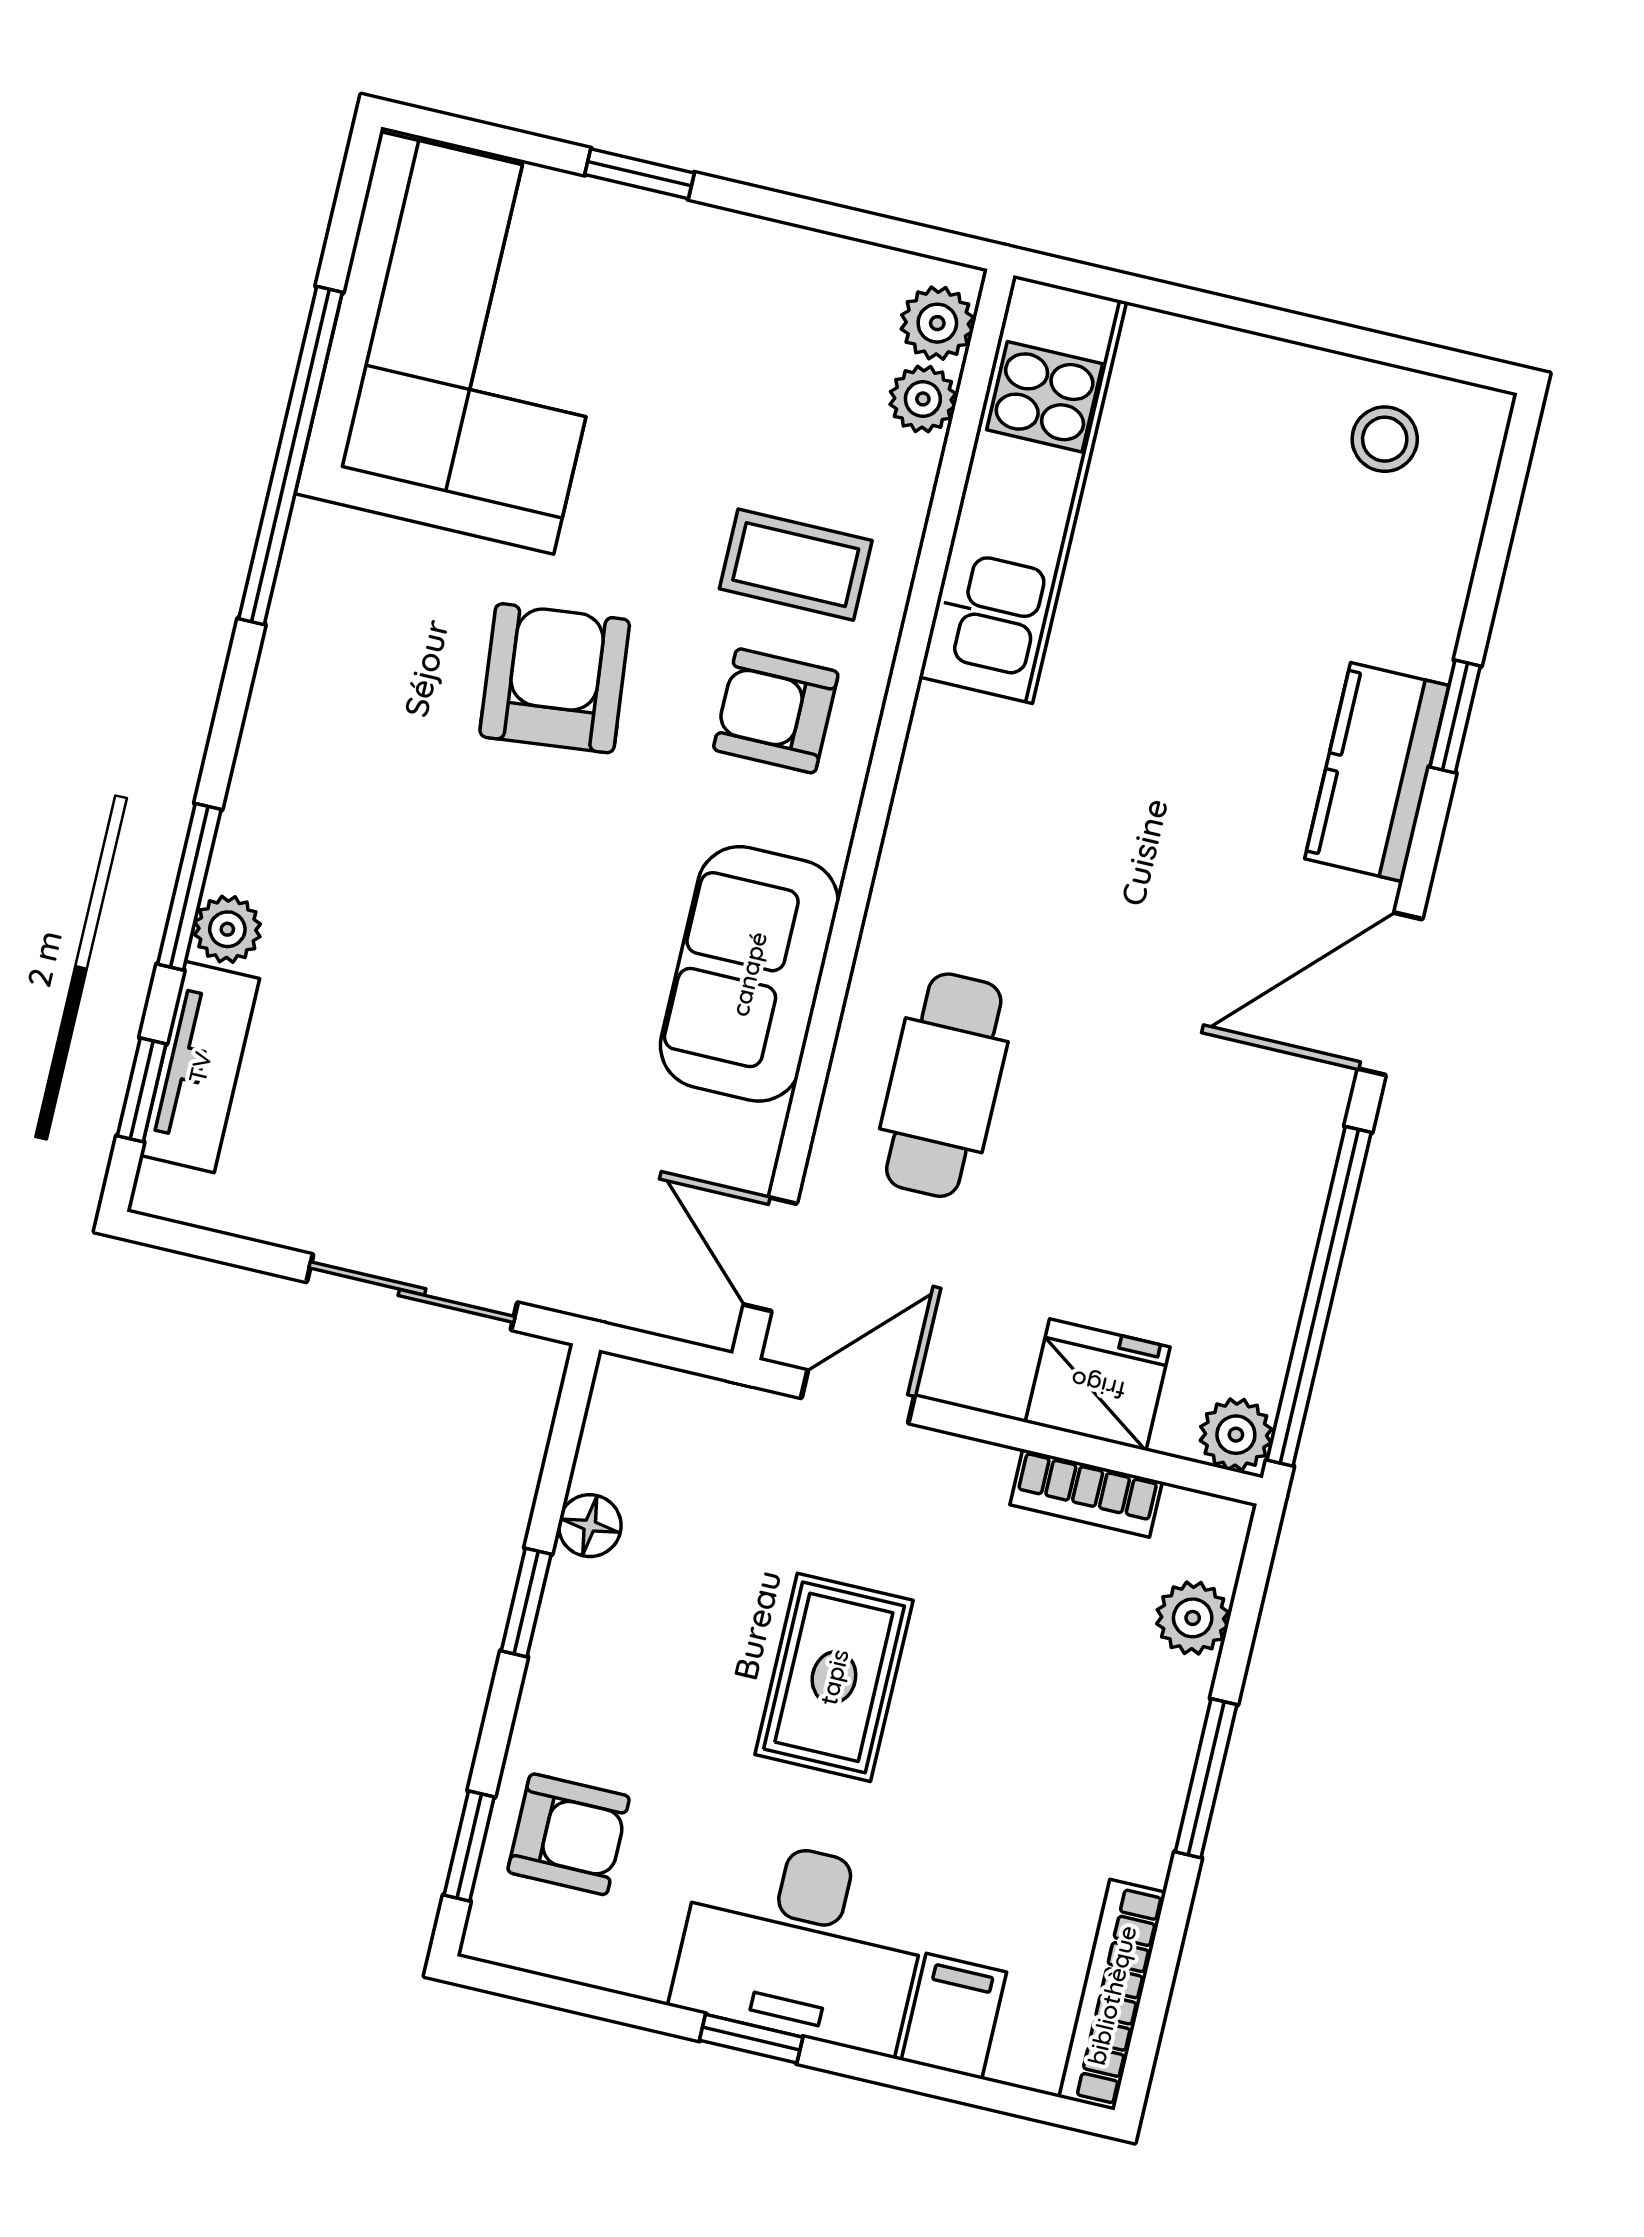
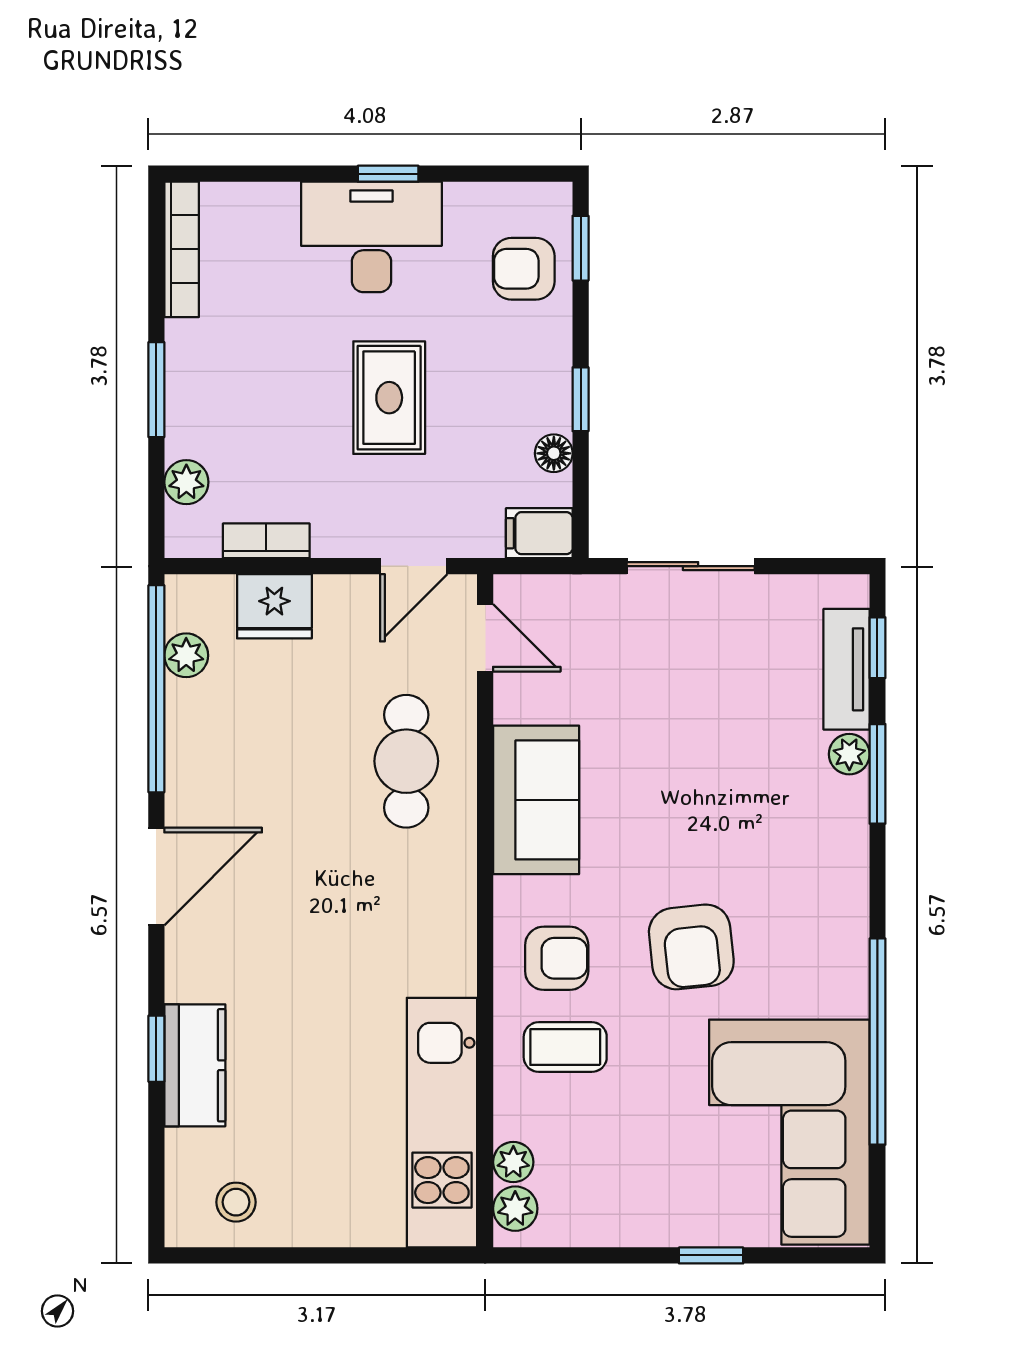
kitchen counter: (1377, 772) -> (195, 1065), moved
plant: (1236, 1435) -> (186, 655), moved
filing cabinet: (954, 2016) -> (539, 533), moved, turned 90

